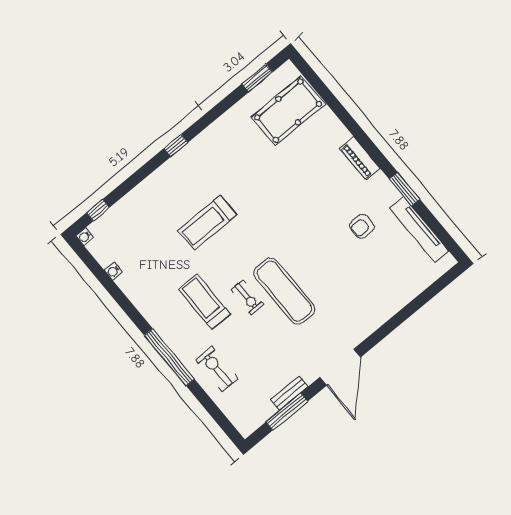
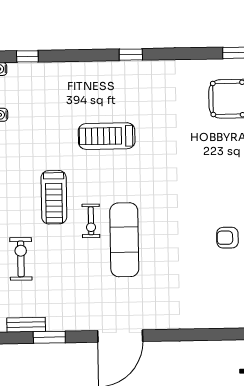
treadmill: (204, 302) -> (54, 197), turned 180
bench: (289, 393) -> (26, 325), moved
window: (287, 412) -> (49, 337), width x0.69

